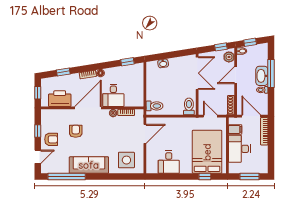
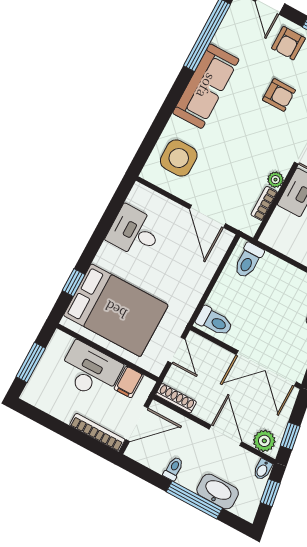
washbasin: (262, 76) -> (218, 491), moved
door: (210, 116) -> (176, 350), hinge flipped

